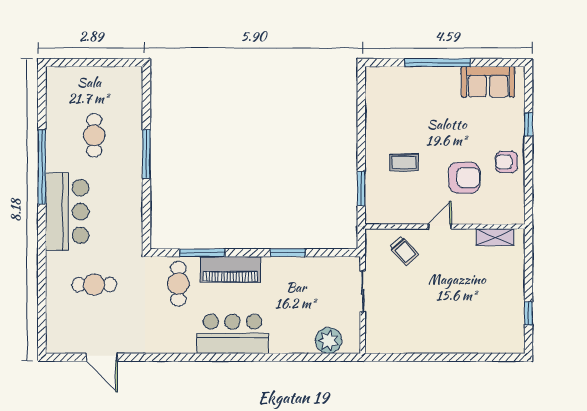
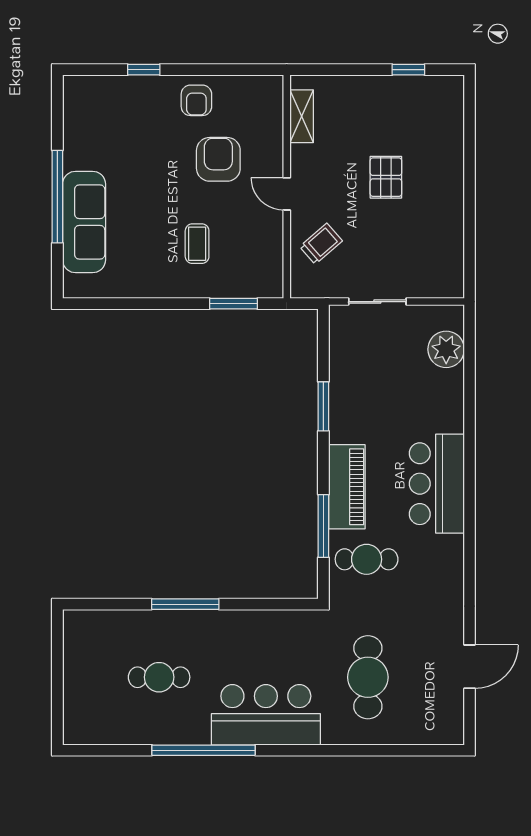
sofa: (488, 82) -> (84, 222), moved, width x1.36
cafe table: (94, 285) -> (368, 677), width x1.37, depth x1.35
pallet: (452, 297) -> (386, 177), added

